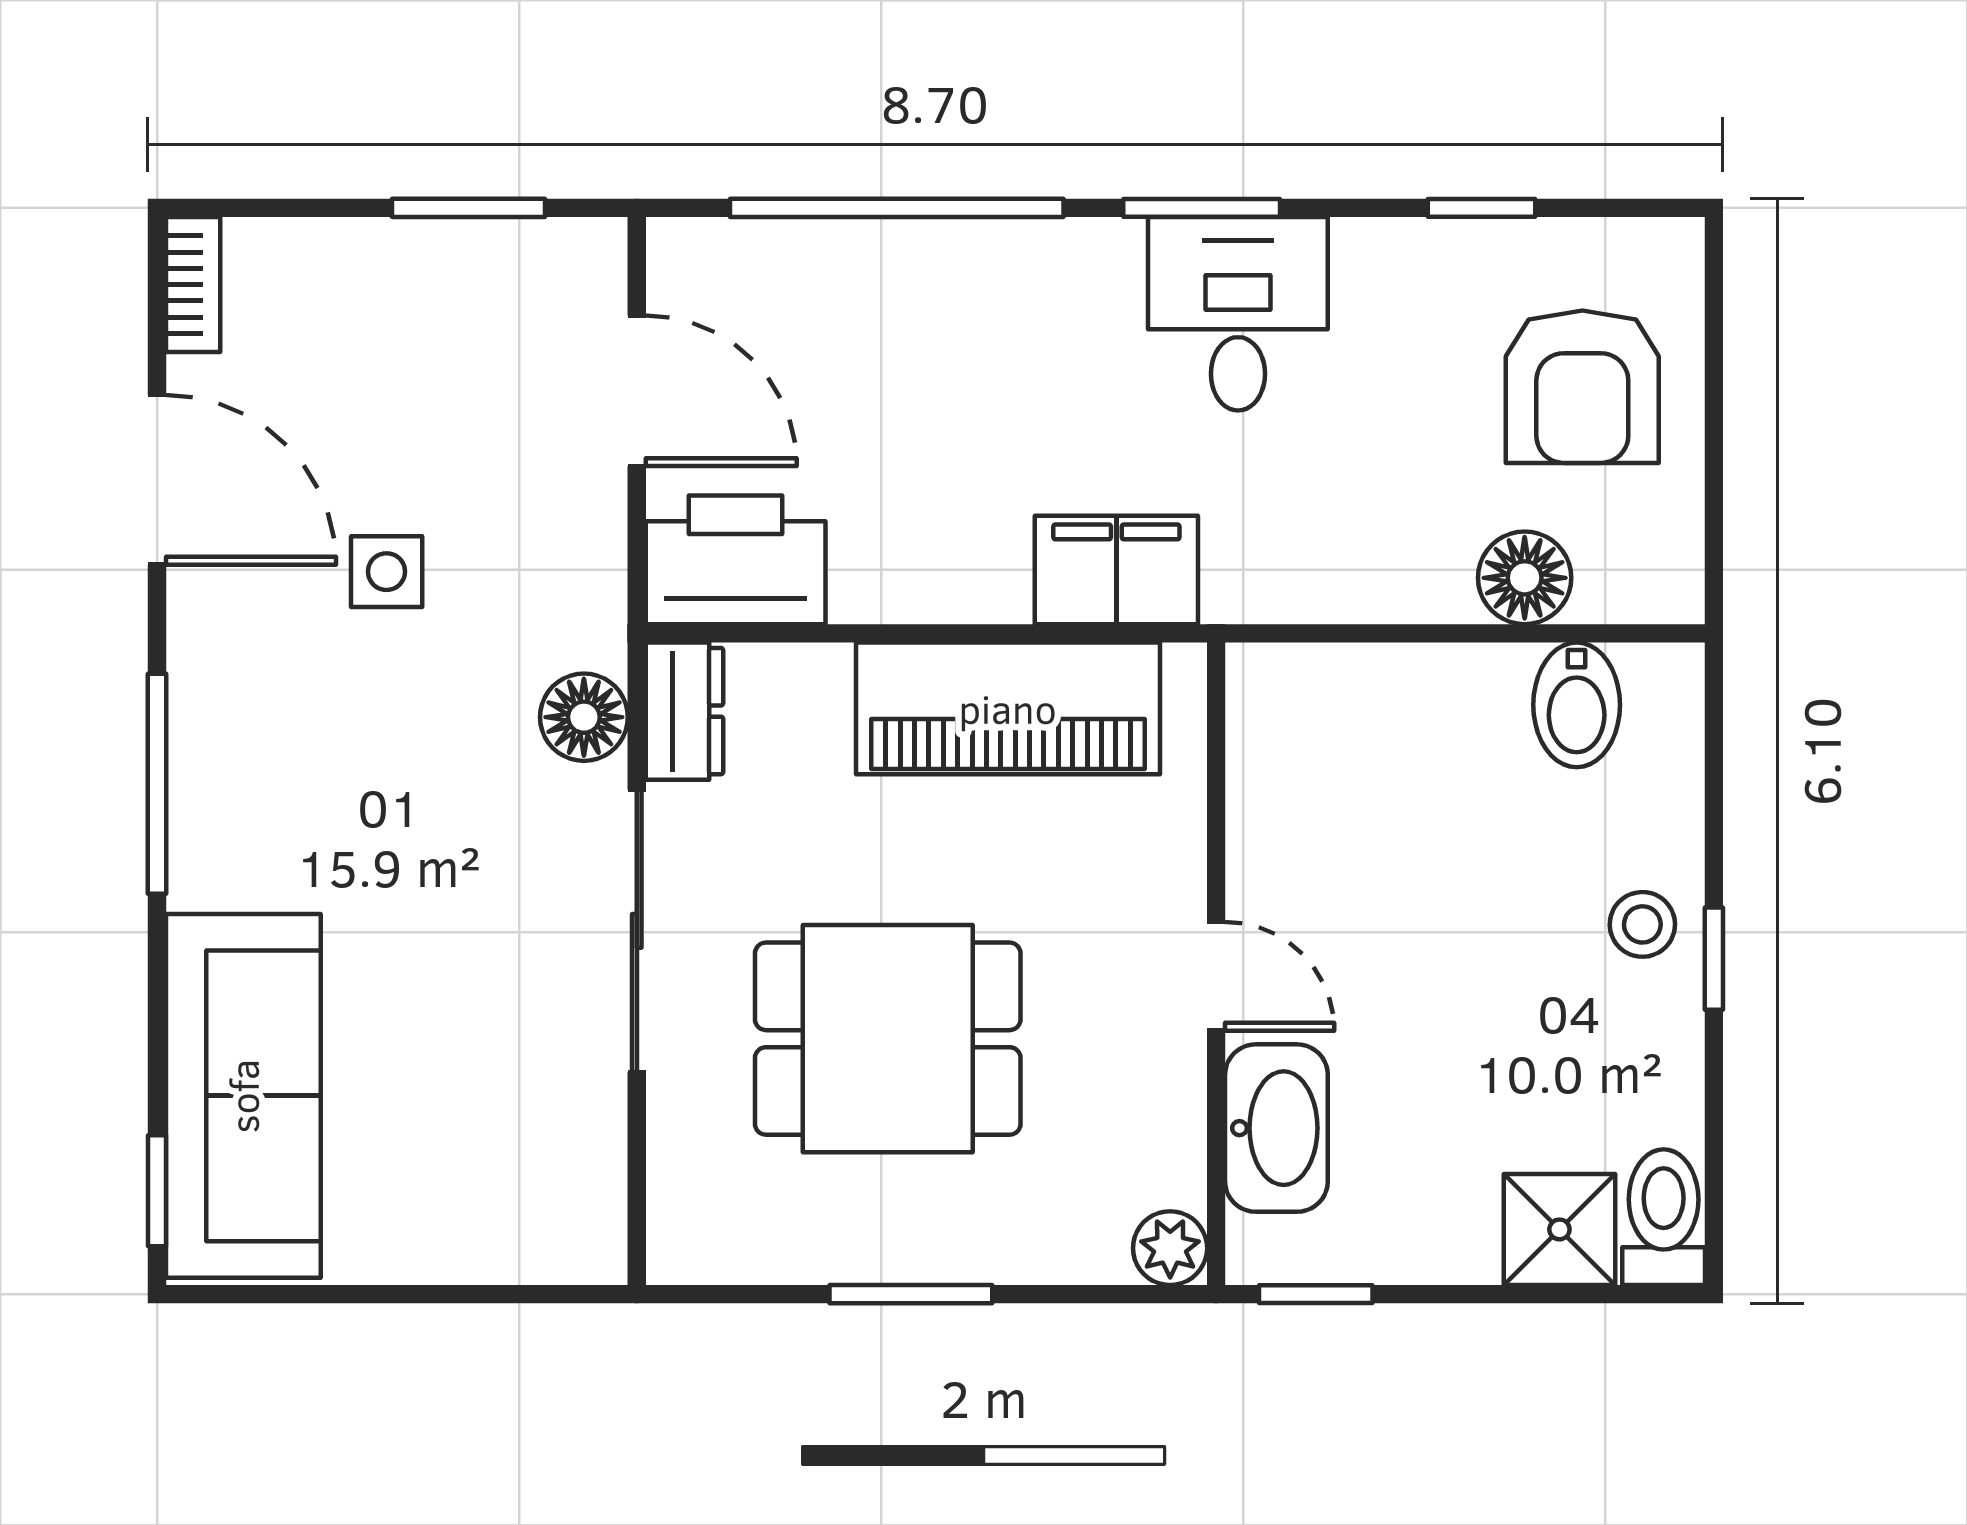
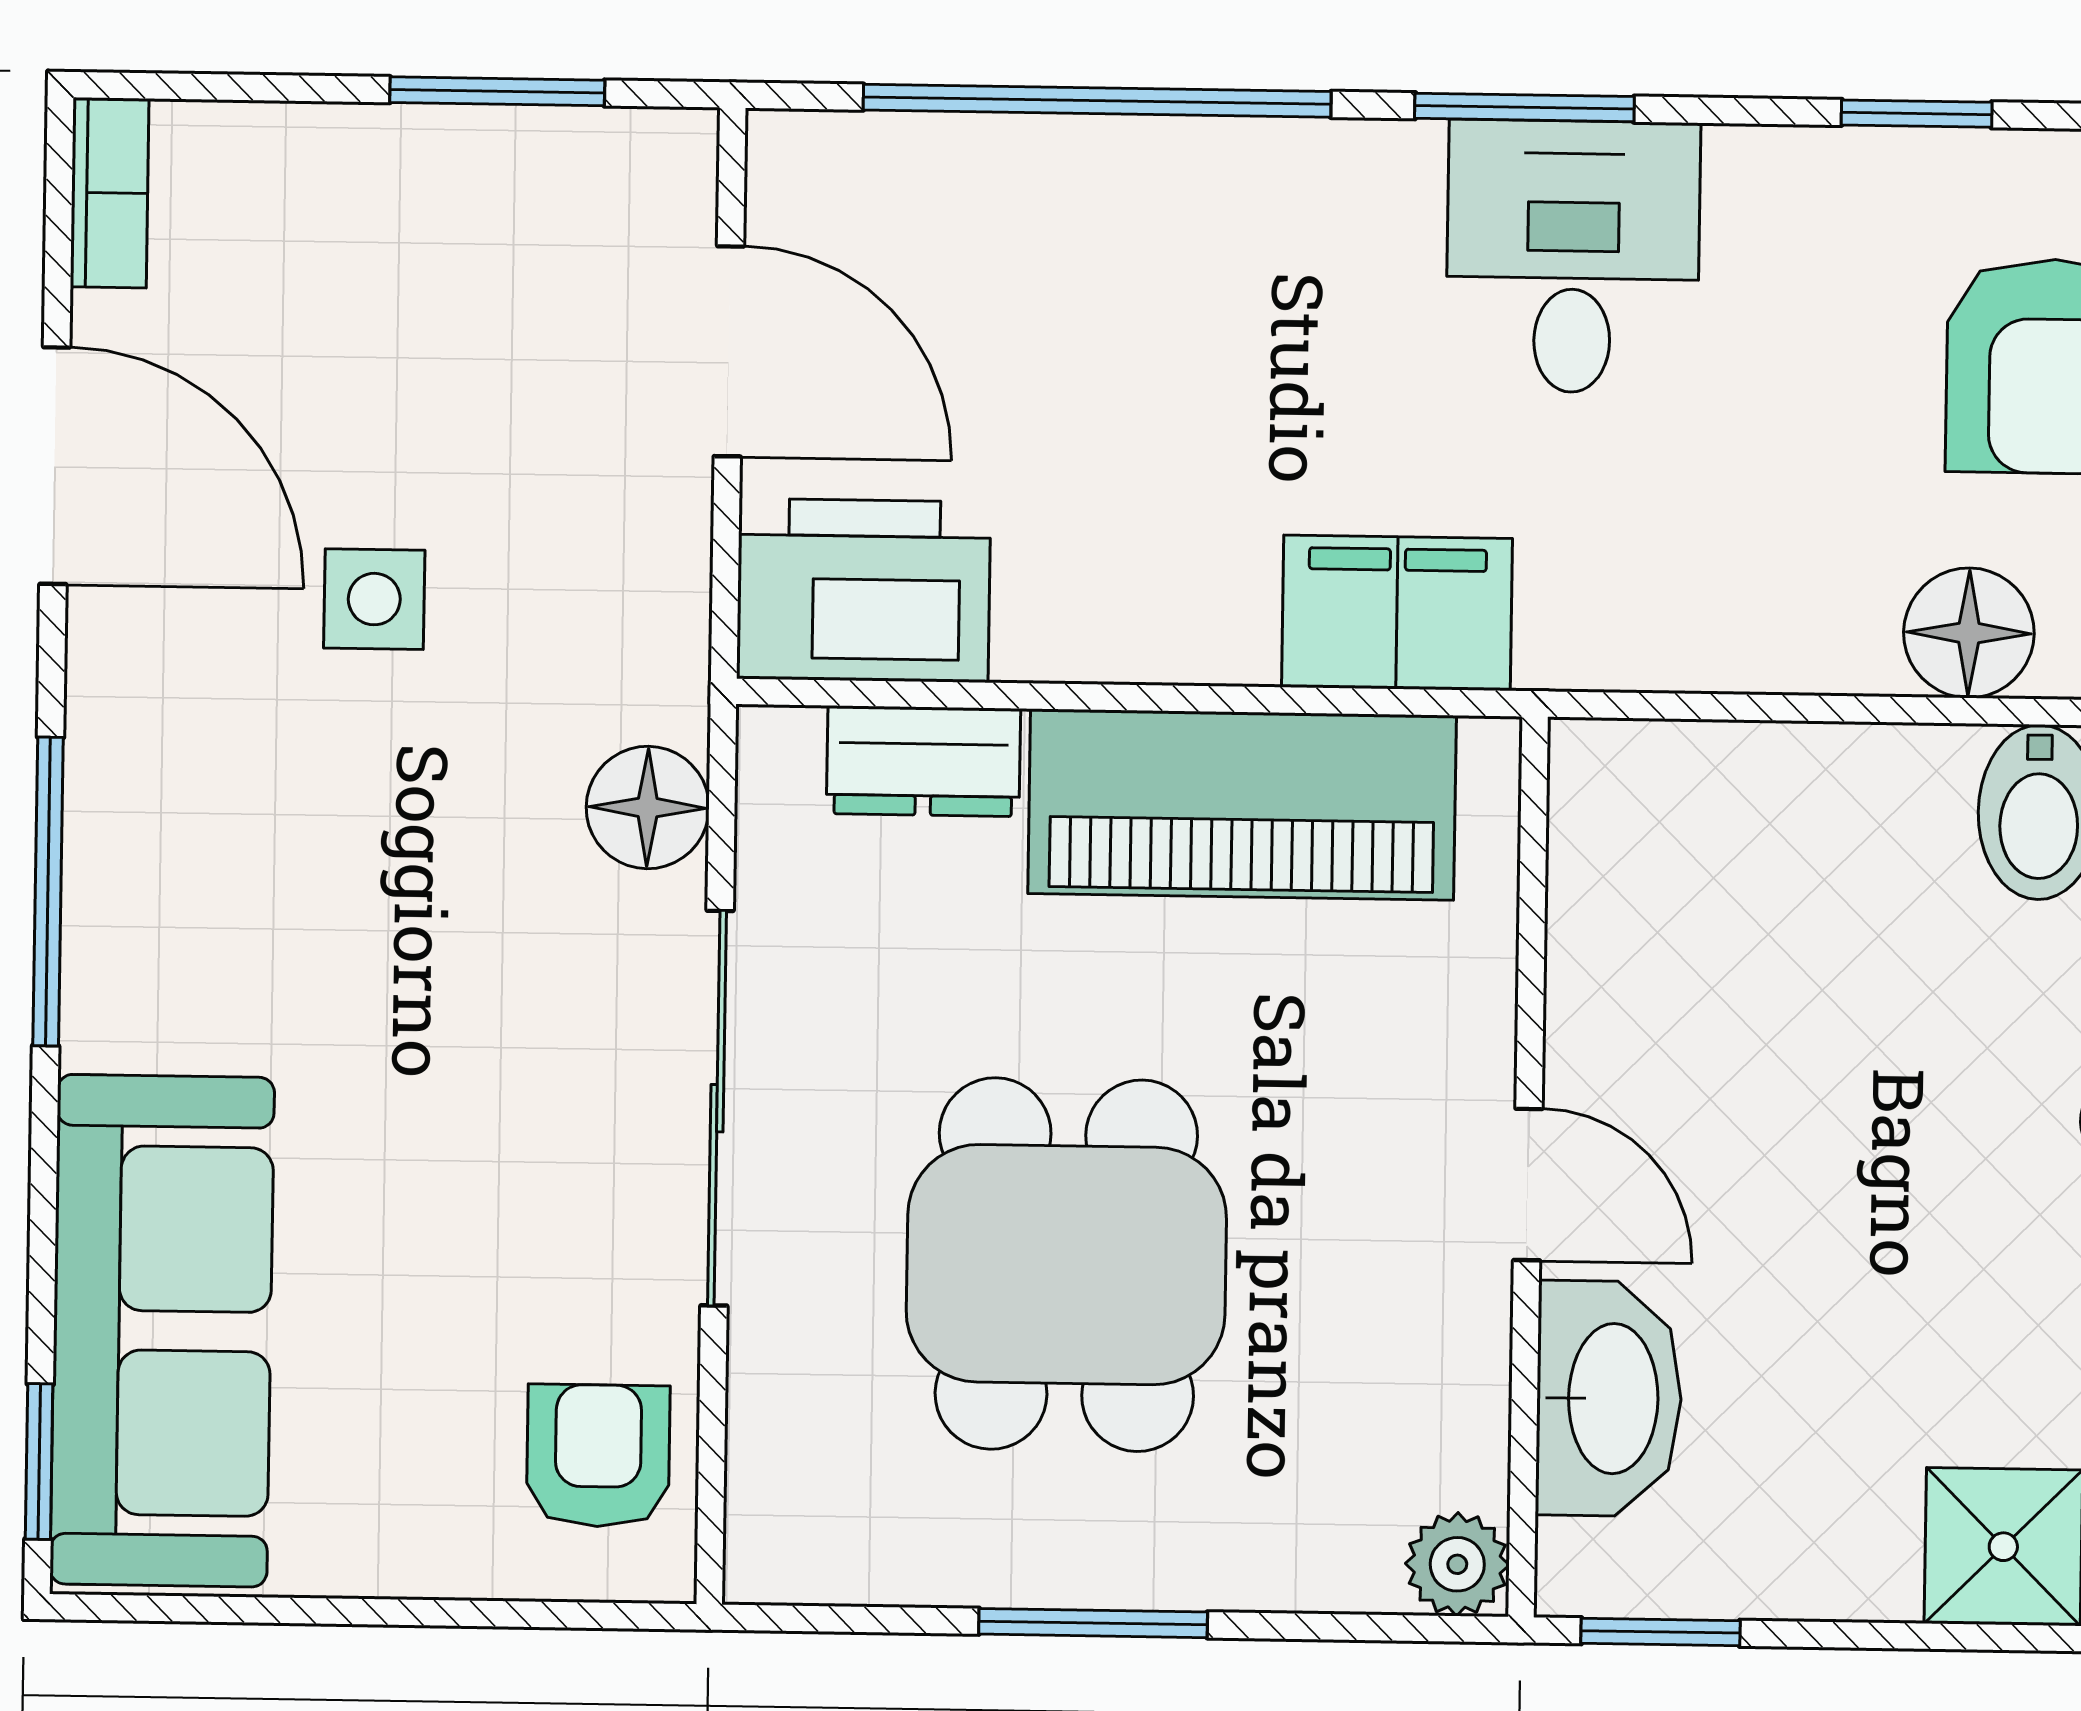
dresser: (684, 711) -> (923, 761), moved, turned 90
dining table: (888, 1039) -> (1066, 1265), turned 90
armchair: (556, 1180) -> (598, 1456), added

